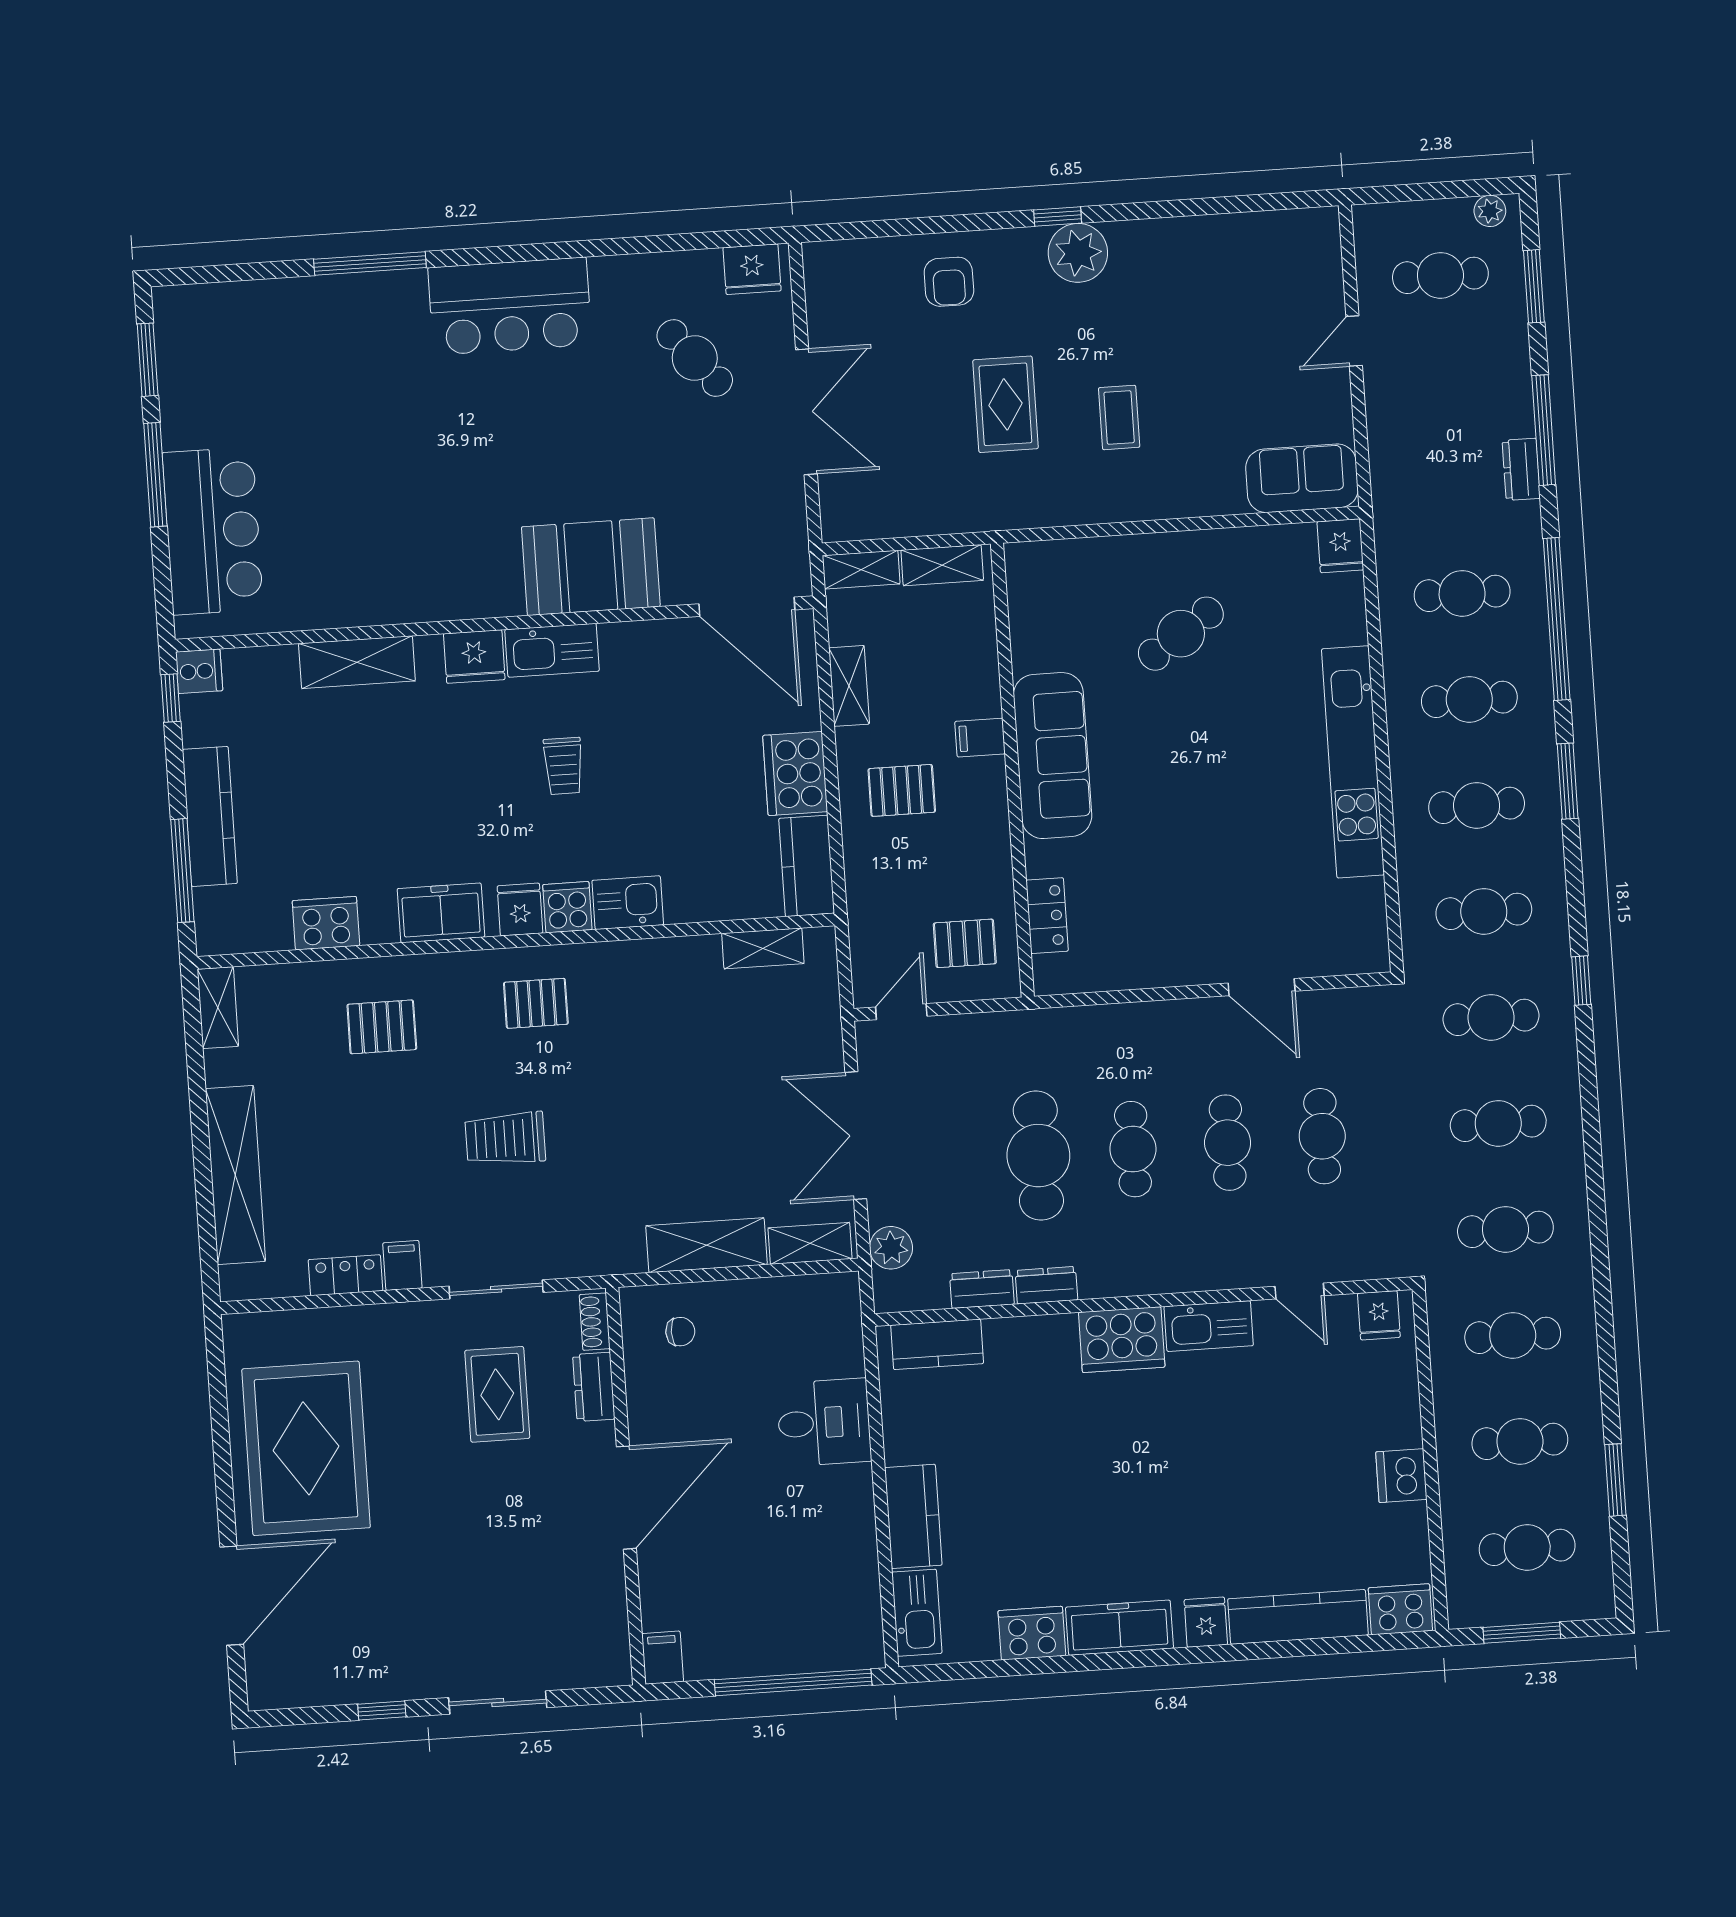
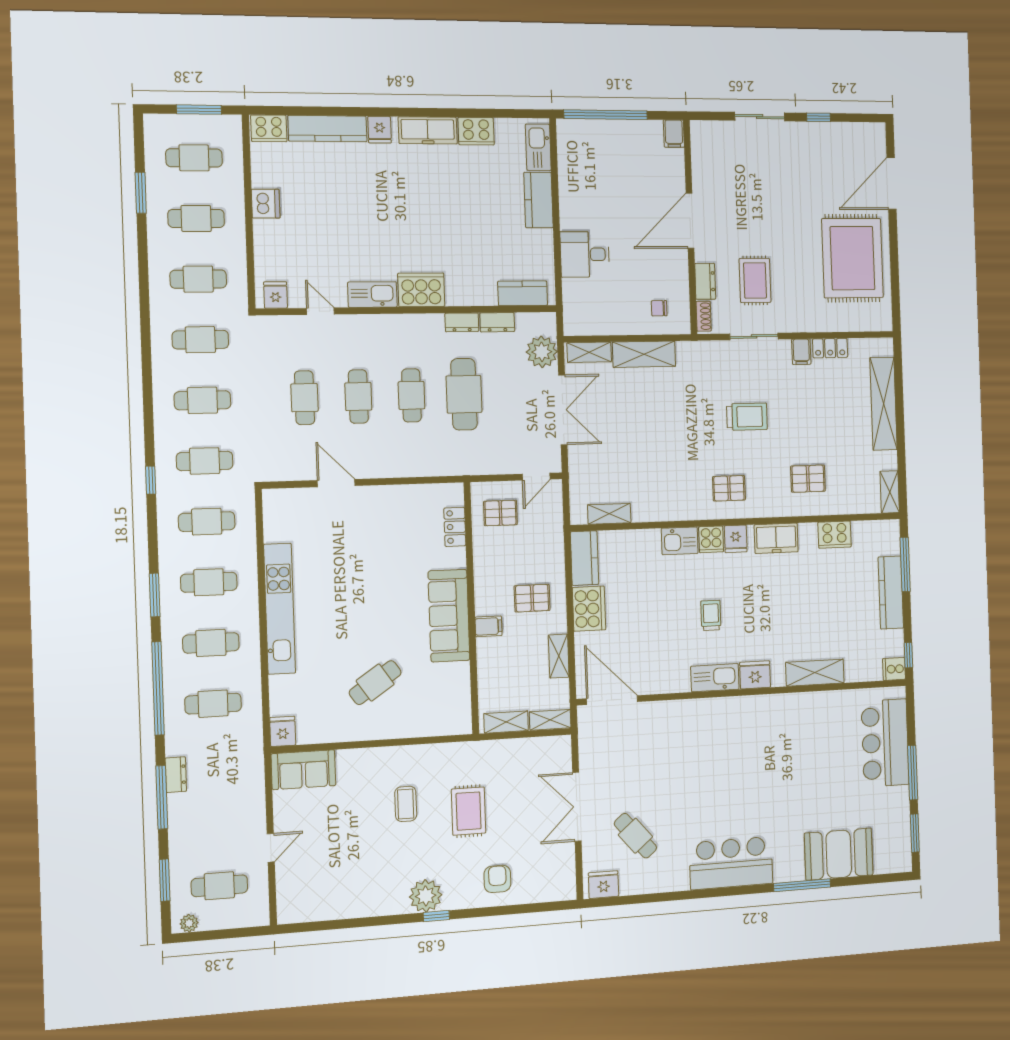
booth: (591, 567) -> (839, 854), moved
plant: (891, 1248) -> (542, 352), width x1.36, depth x1.36

